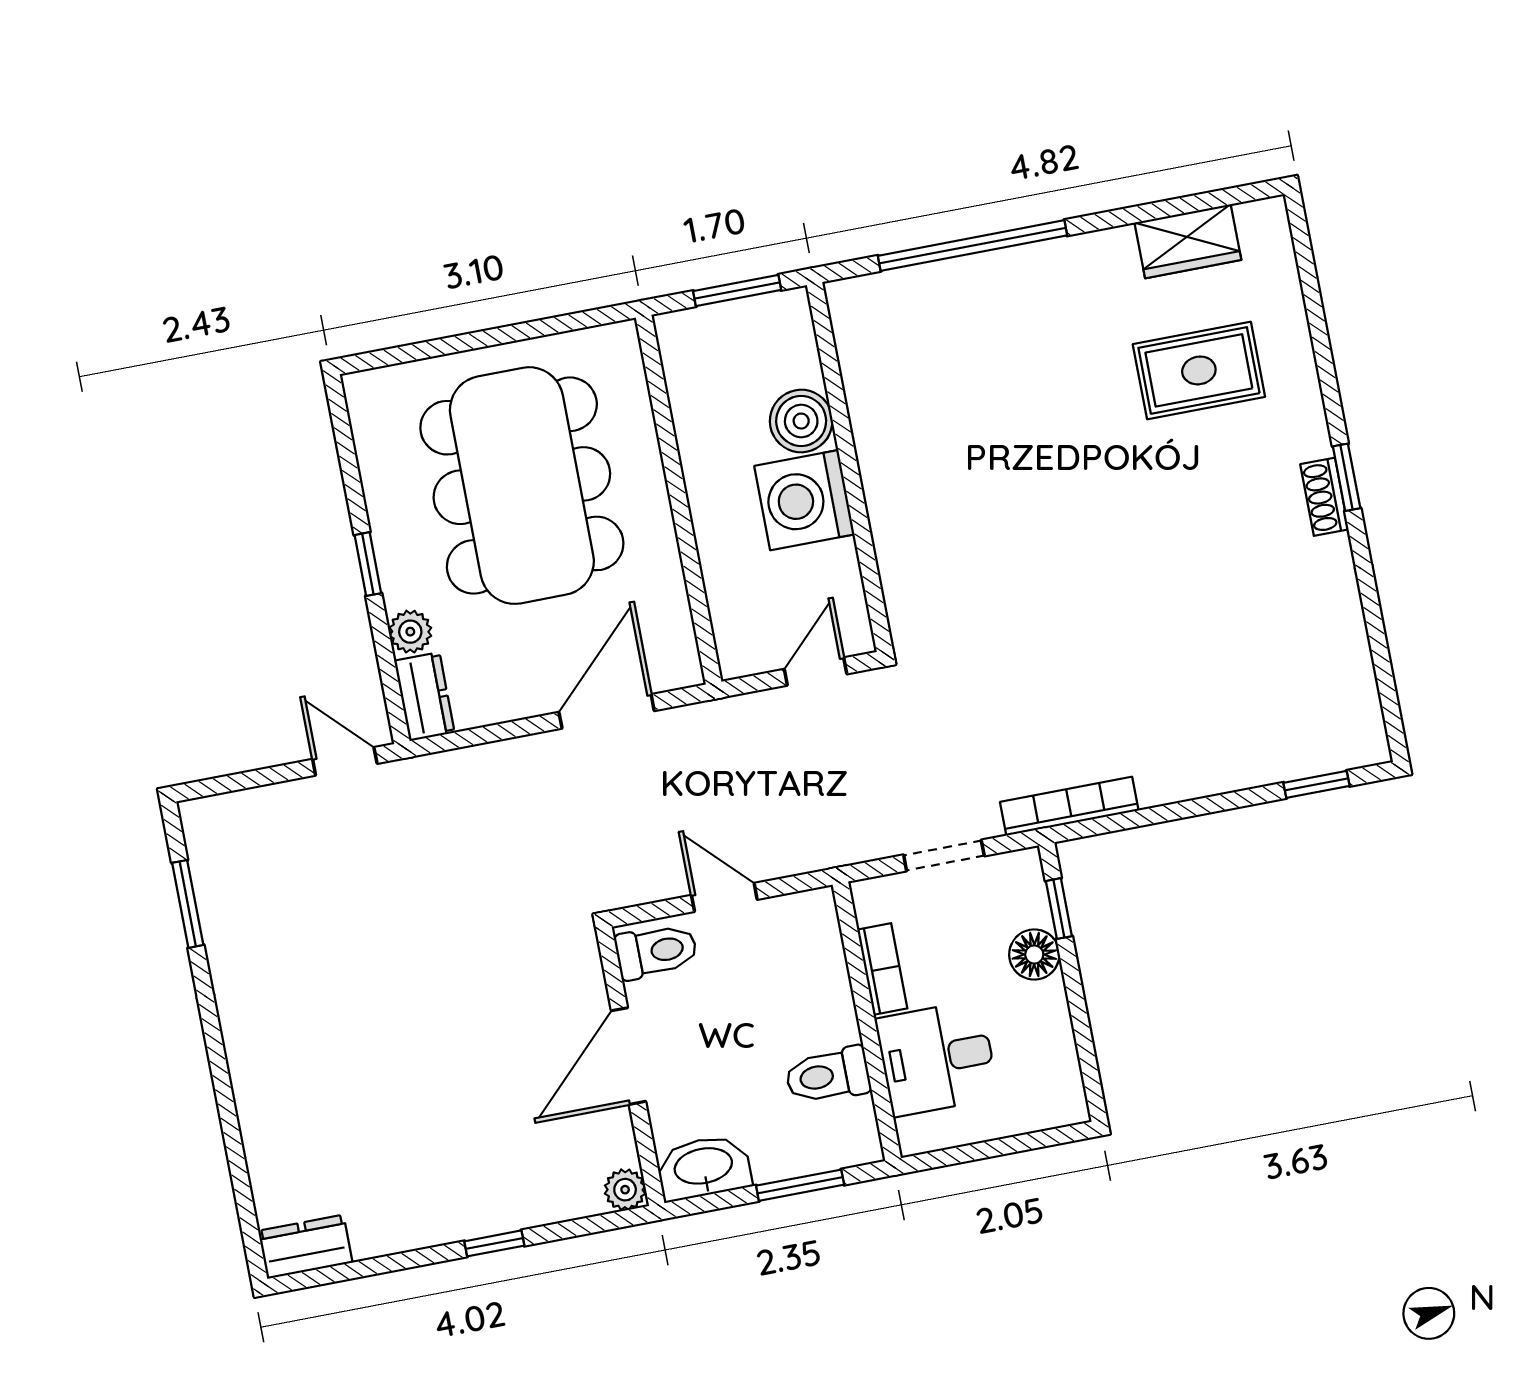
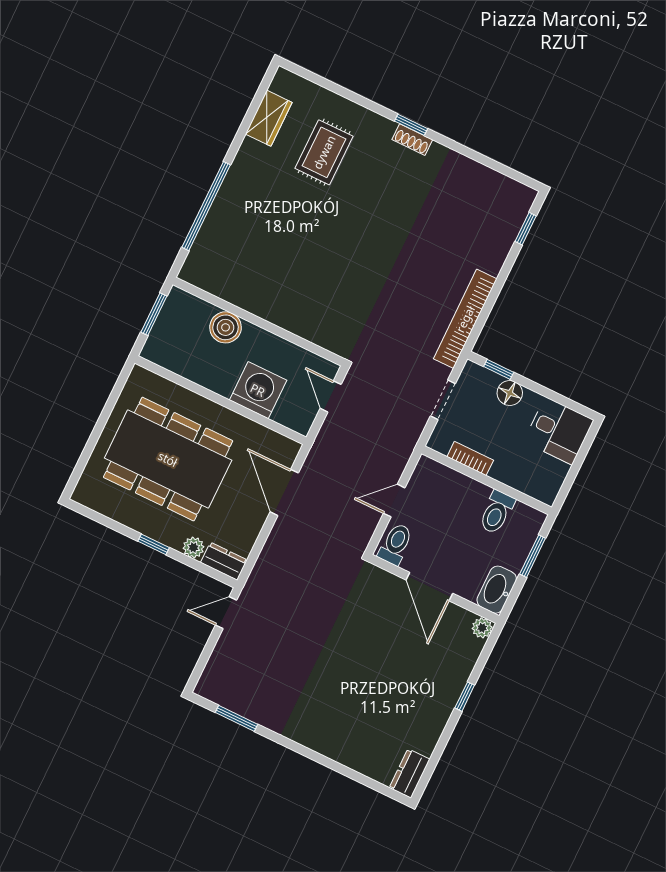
washing machine: (804, 500) -> (258, 390), moved, turned 180
bookcase: (1069, 806) -> (465, 319), width x1.48, depth x1.31
desk: (937, 1058) -> (559, 431), moved, turned -90

